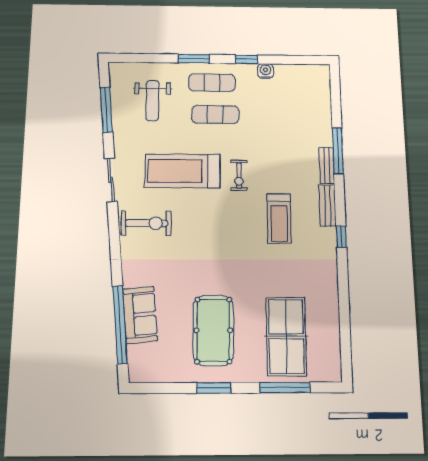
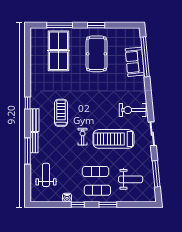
weight bench: (152, 101) -> (131, 179), turned 90
weight bench: (304, 109) -> (46, 175), added
treadmill: (182, 171) -> (114, 139), turned 180

